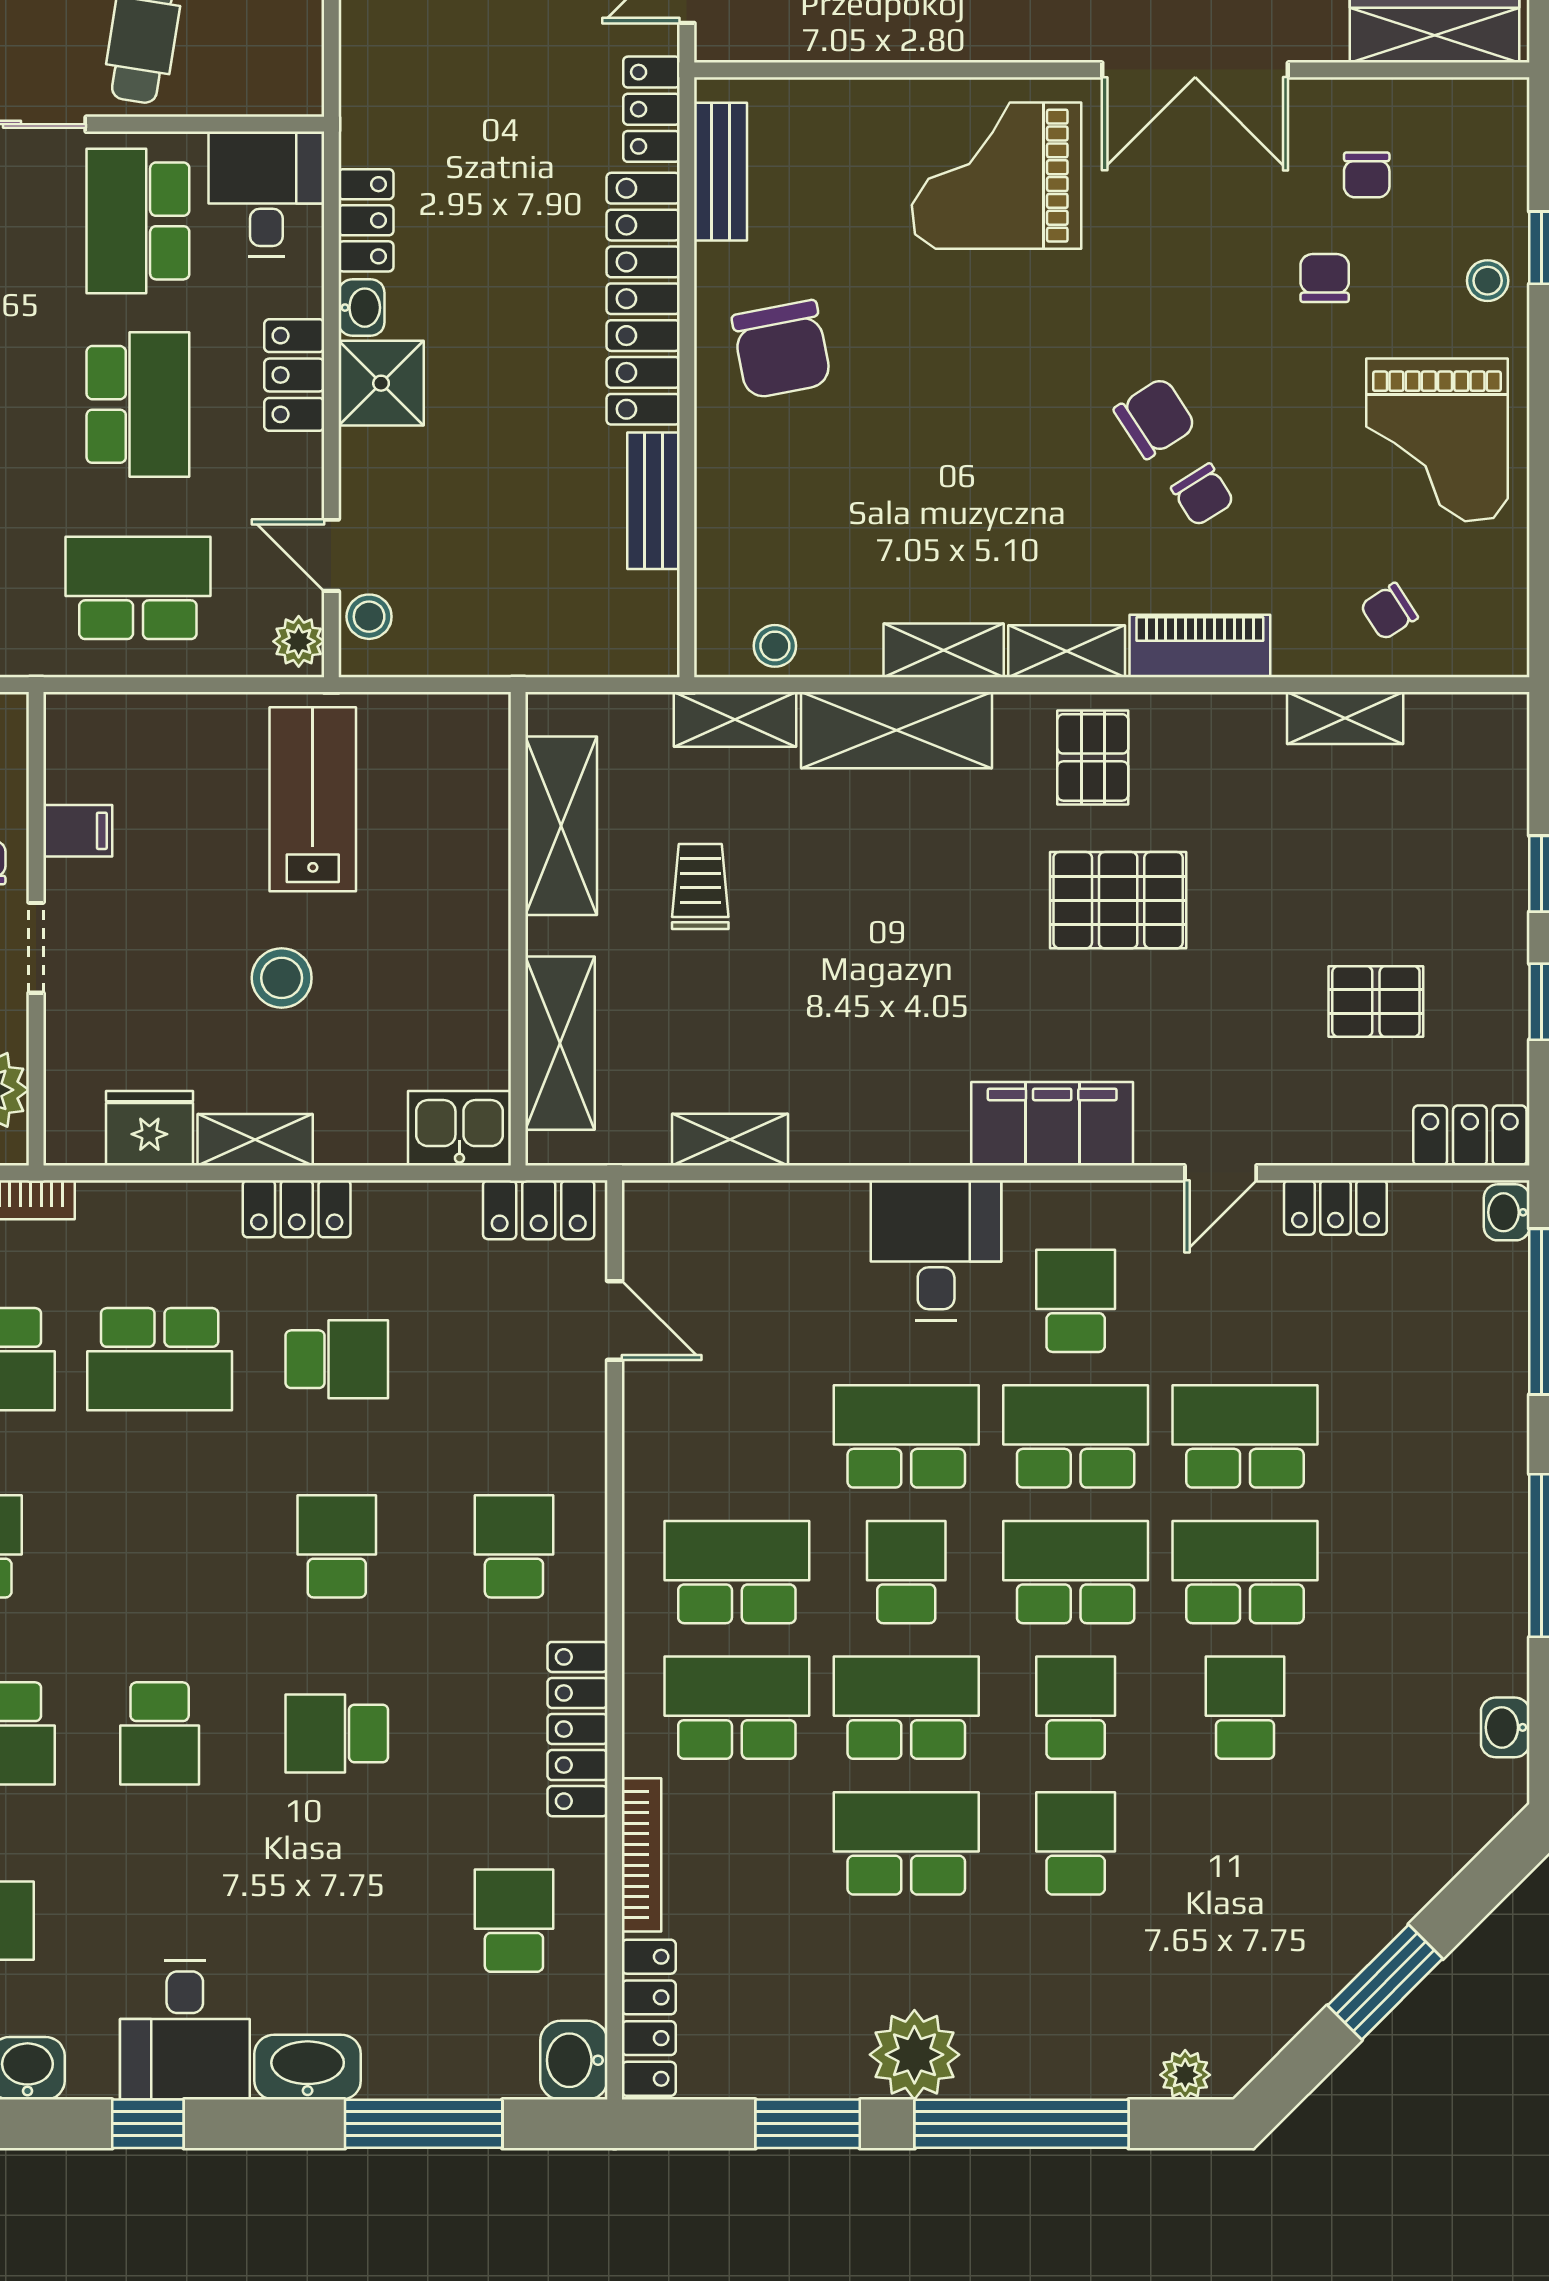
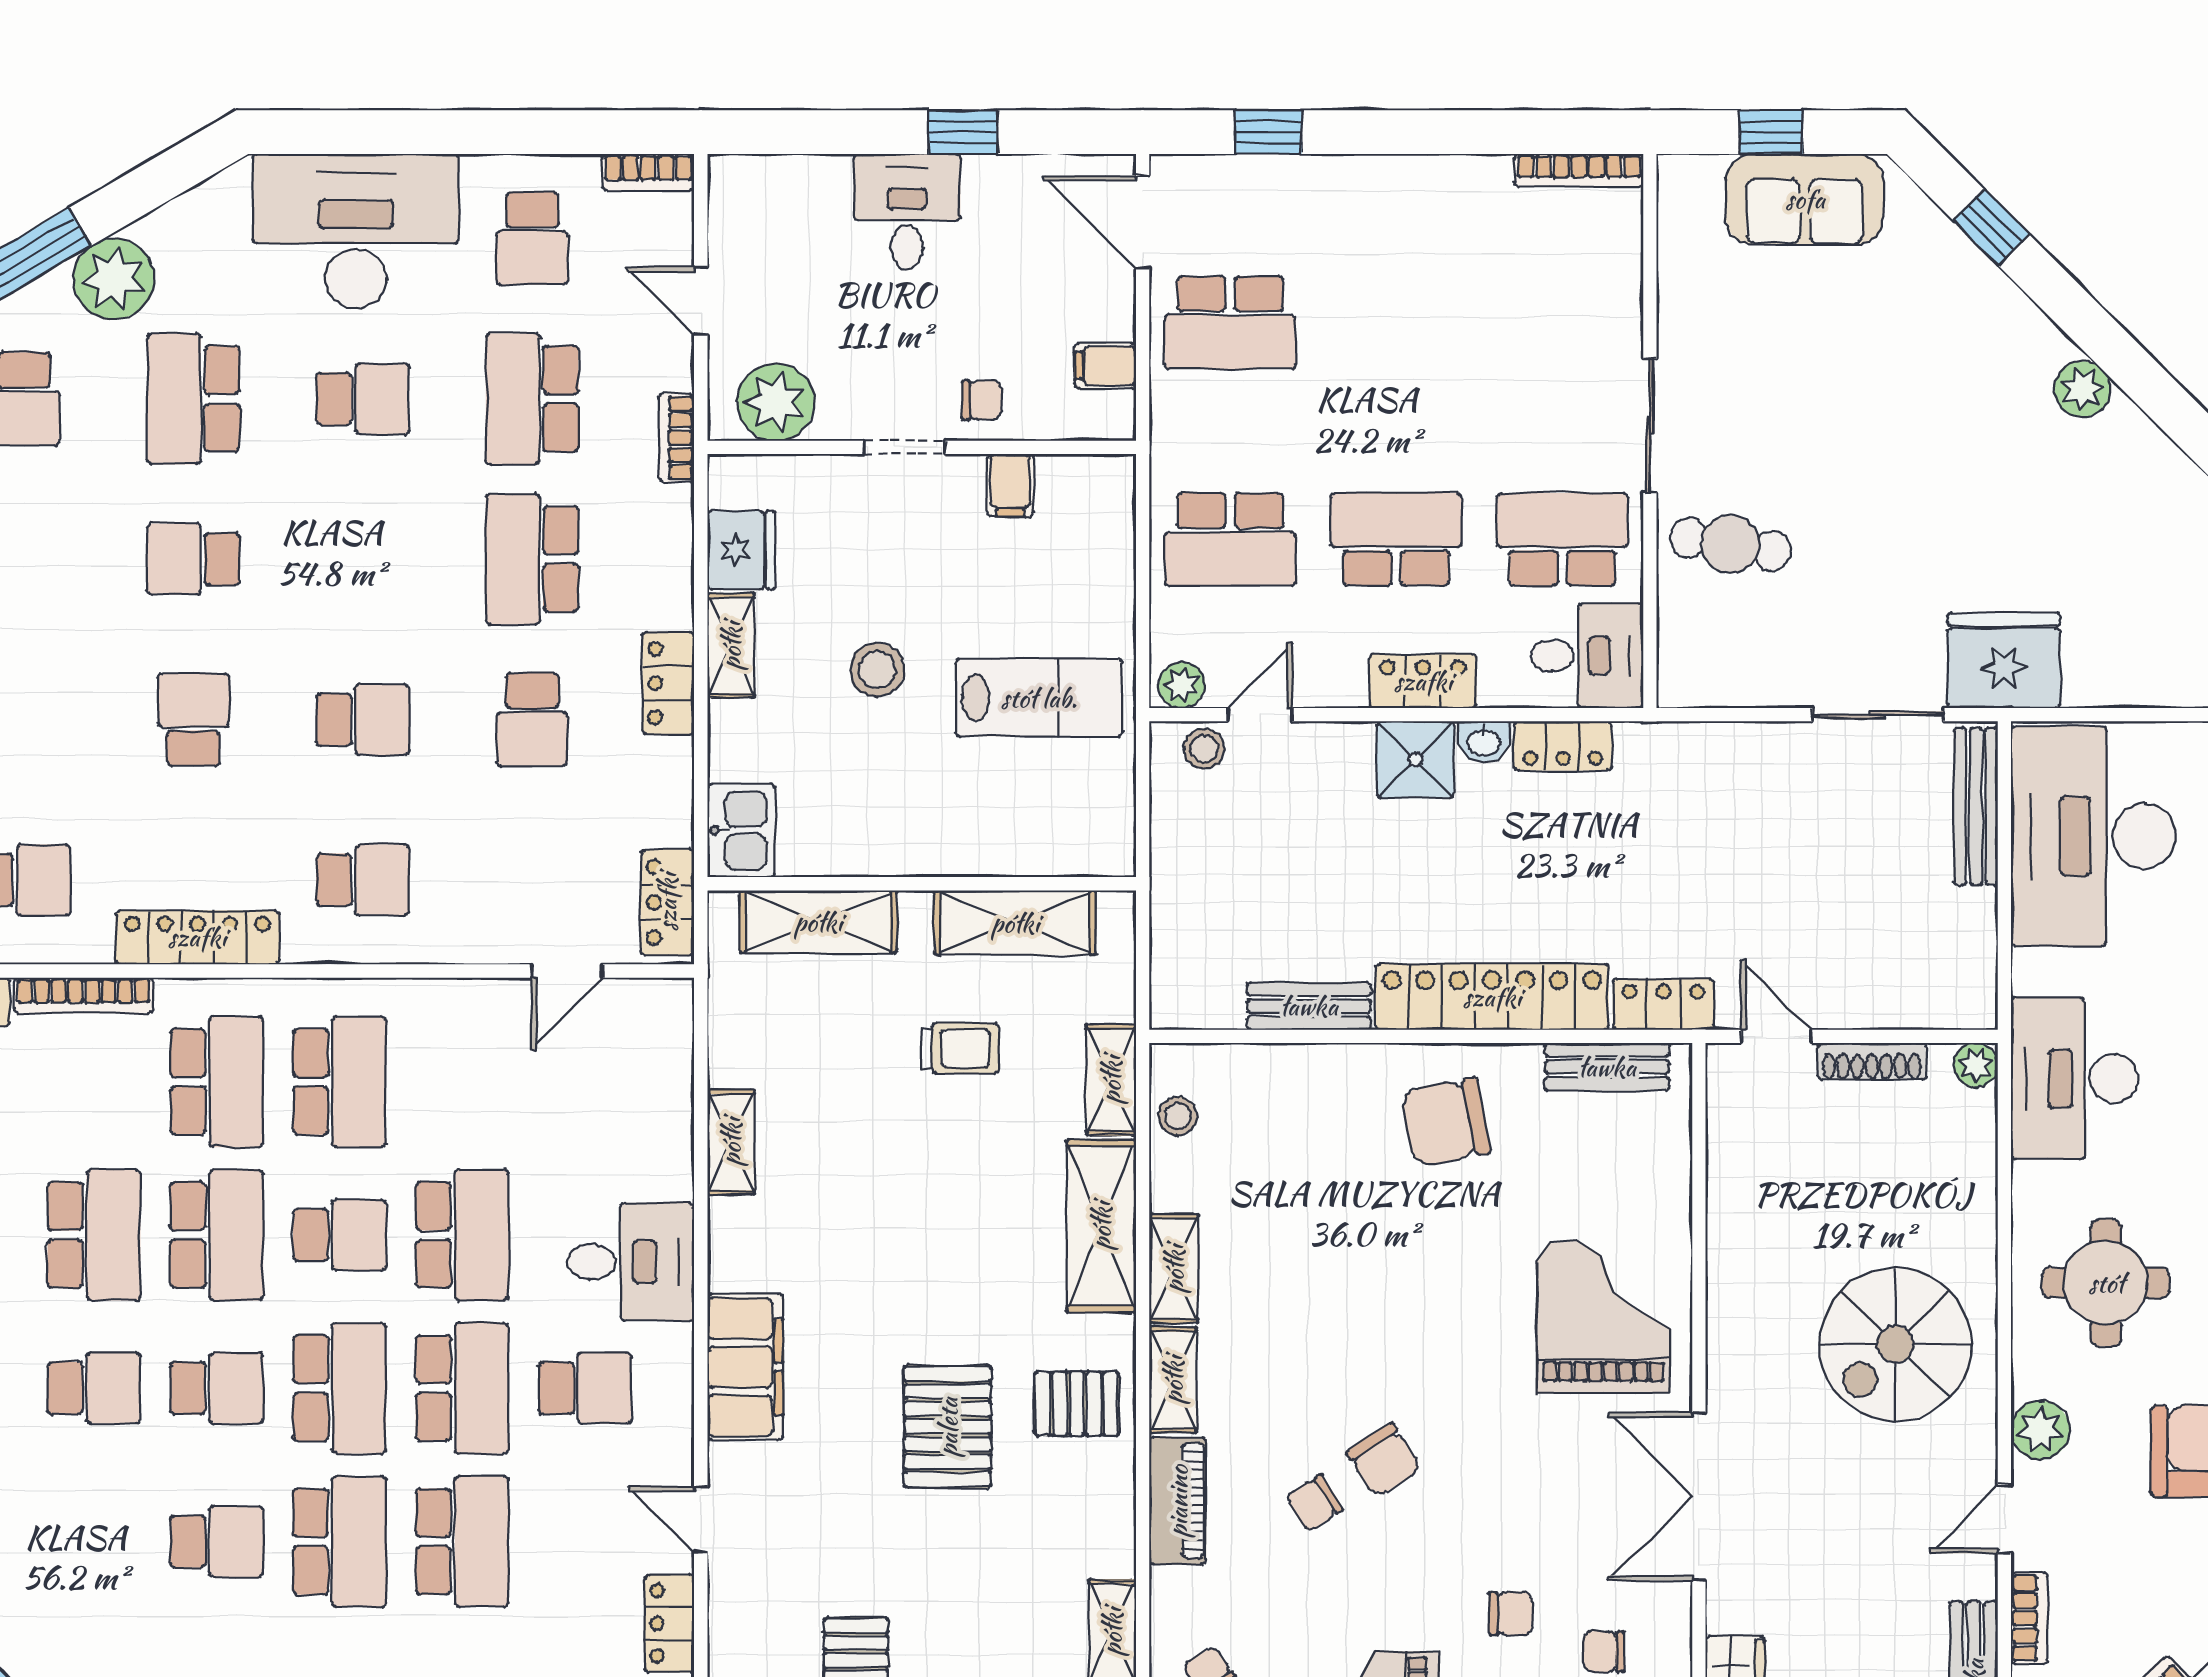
school desk: (138, 404) -> (1396, 540), turned 180
school desk: (138, 588) -> (1230, 540), turned 90
shelving: (730, 1140) -> (731, 1142), moved

